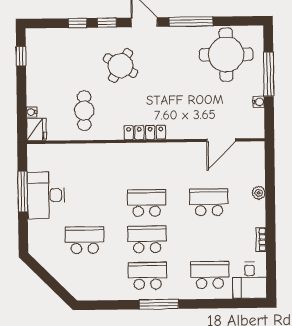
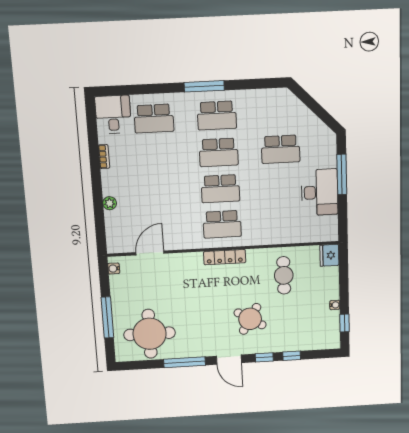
water cooler: (259, 102) -> (114, 268), moved
water cooler: (32, 112) -> (335, 305), moved
window: (23, 192) -> (342, 174), moved
school desk: (209, 202) -> (222, 224), moved

